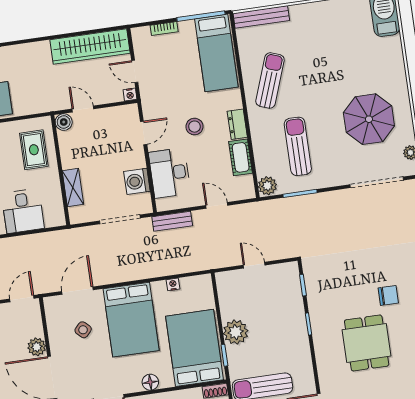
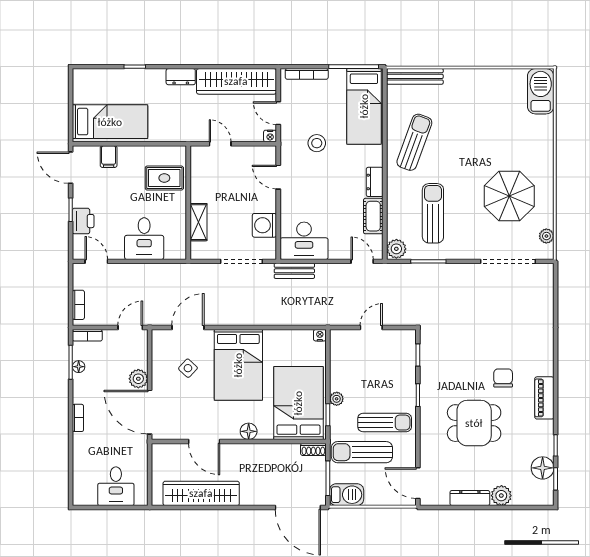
bookcase: (164, 29) -> (307, 74), width x1.56
dresser: (36, 50) -> (181, 77), added
boiler: (64, 122) -> (199, 154), removed
stool: (195, 127) -> (317, 143), moved
door: (144, 133) -> (278, 177), swing flipped
rug: (34, 150) -> (164, 178), turned 90
desk: (170, 173) -> (304, 241), moved, turned -90
door: (217, 205) -> (362, 261), moved
door: (254, 265) -> (371, 328), hinge flipped
nightstand: (173, 284) -> (320, 335), moved
chair: (388, 295) -> (503, 378), turned -90
plant: (236, 332) -> (337, 399), width x0.53, depth x0.53
dining table: (367, 343) -> (474, 423), turned 90
sun lounger: (280, 355) -> (385, 423), added

